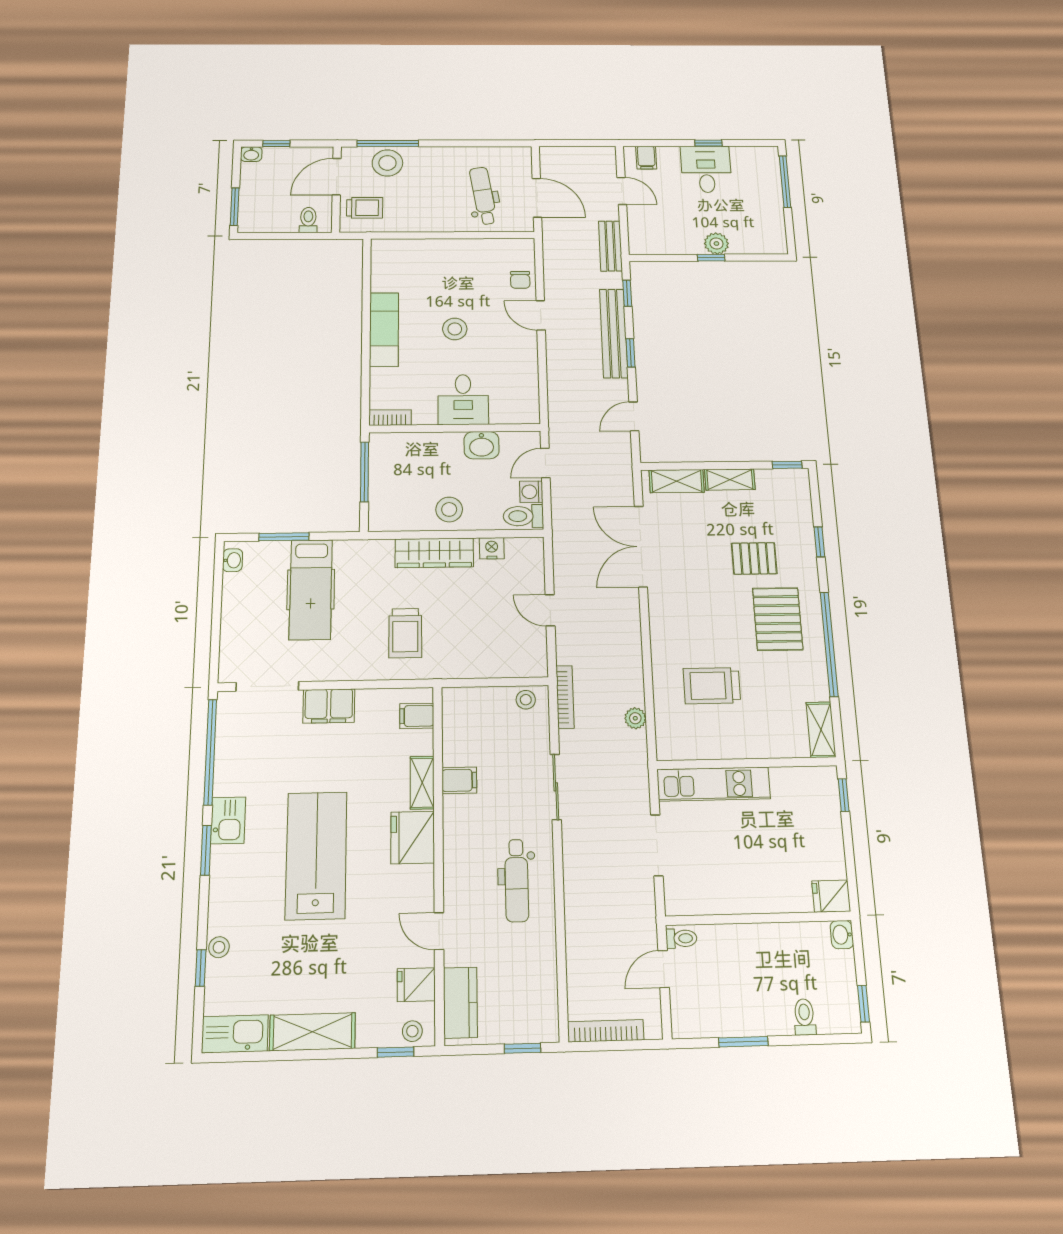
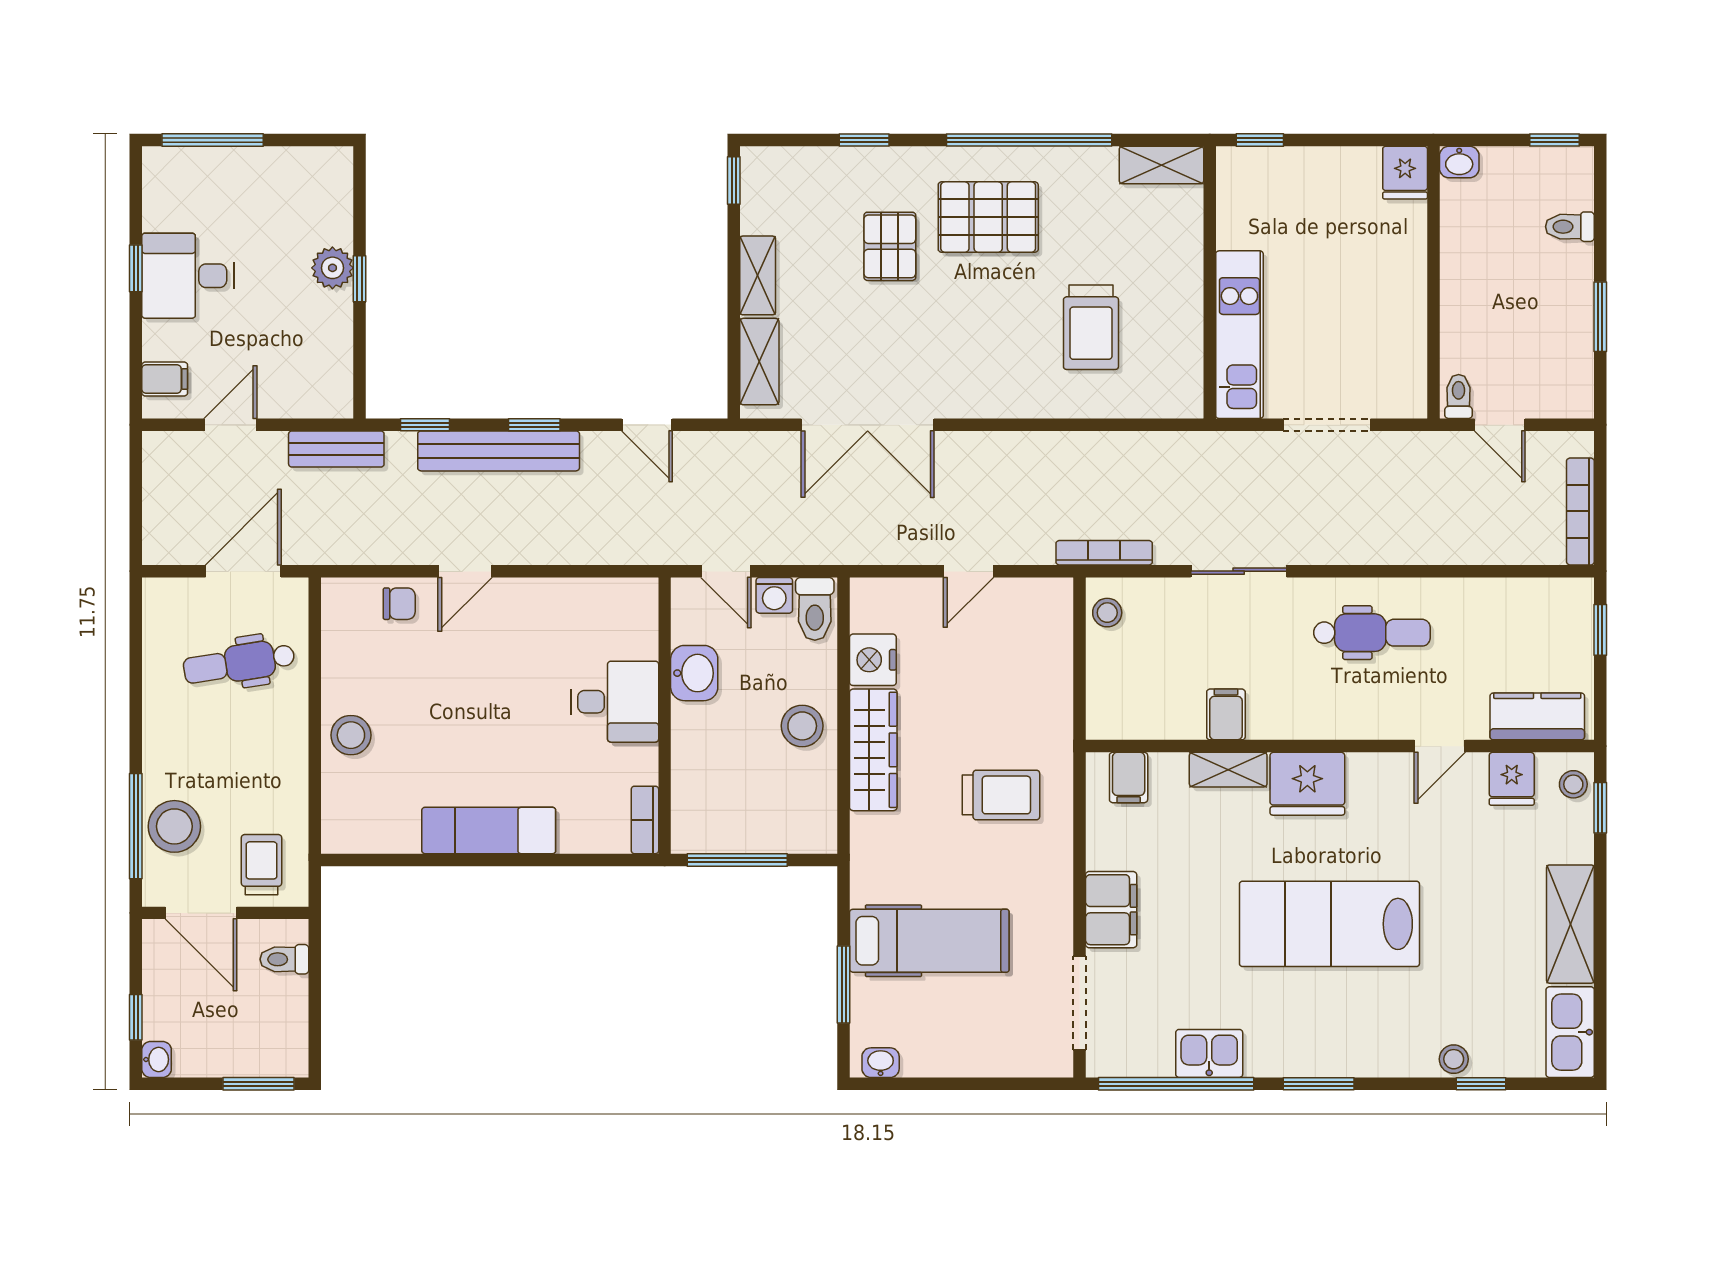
stool: (455, 329) -> (351, 735), moved
nightstand: (492, 548) -> (873, 660), width x1.36, depth x1.33
plant: (635, 718) -> (1139, 447), removed
kitchen sink: (228, 820) -> (1209, 1053), moved

